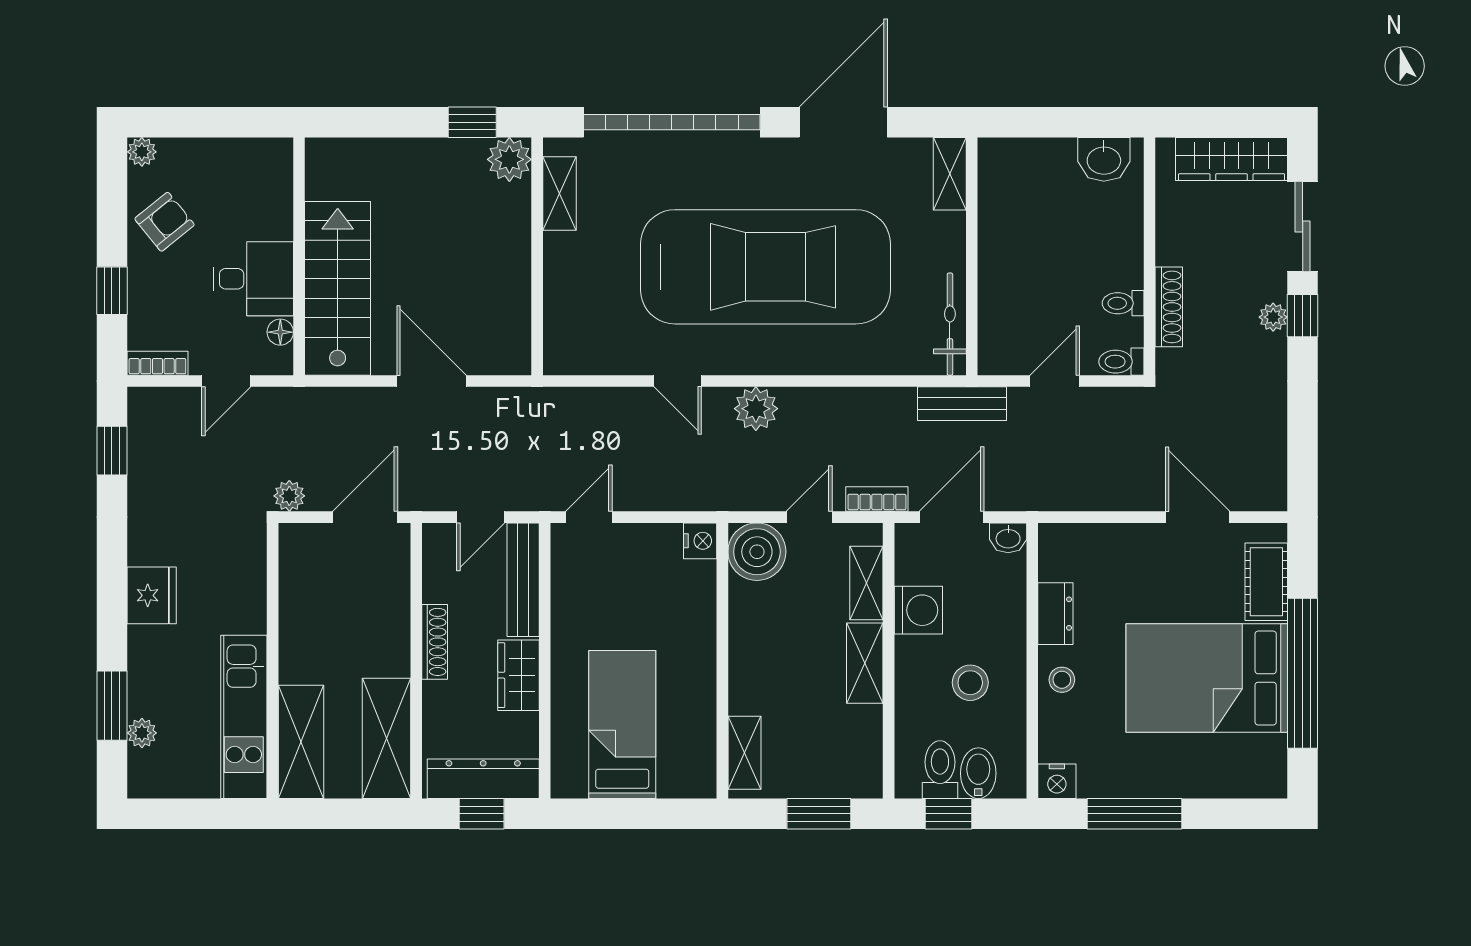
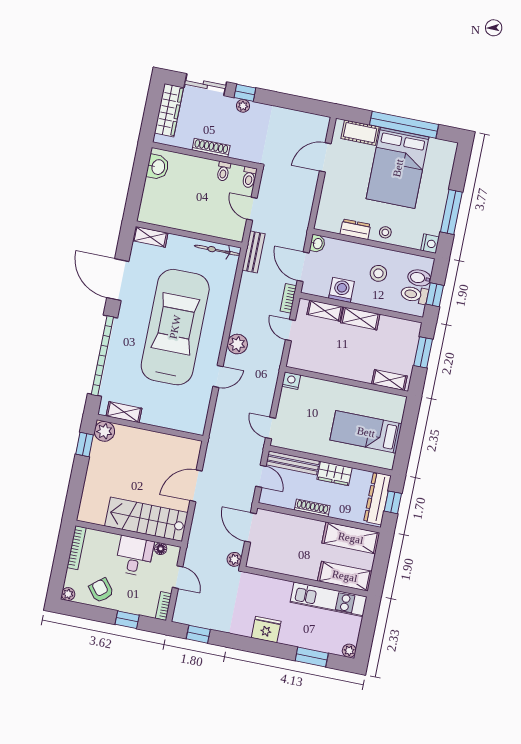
bookcase: (246, 149) -> (76, 548), added
shoe rack: (1169, 307) -> (211, 148), moved
boiler: (757, 552) -> (301, 356), removed
plant: (142, 733) -> (349, 651), moved

